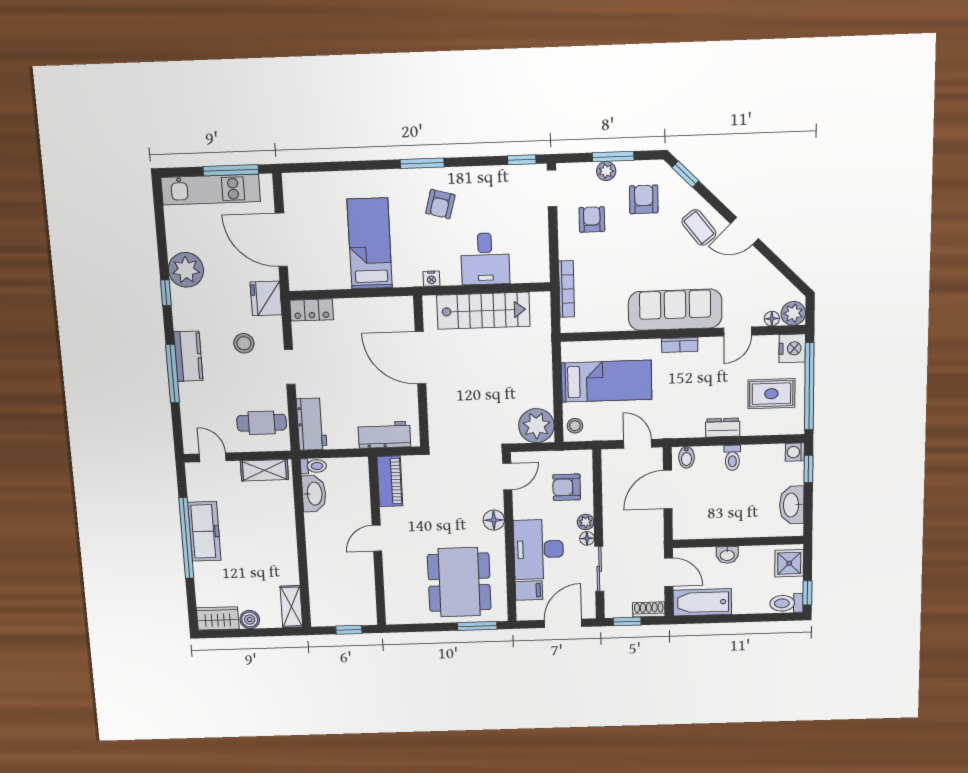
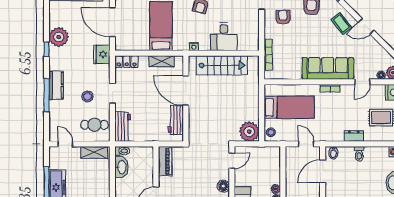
shelving: (374, 307) -> (161, 61), added
stool: (244, 343) -> (87, 96), moved
workbench: (384, 435) -> (176, 120), moved, turned -90
armchair: (567, 487) -> (265, 168), removed

